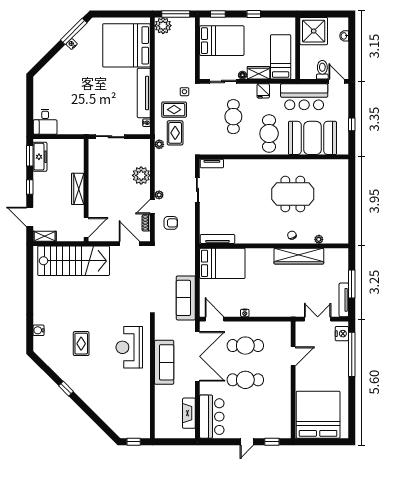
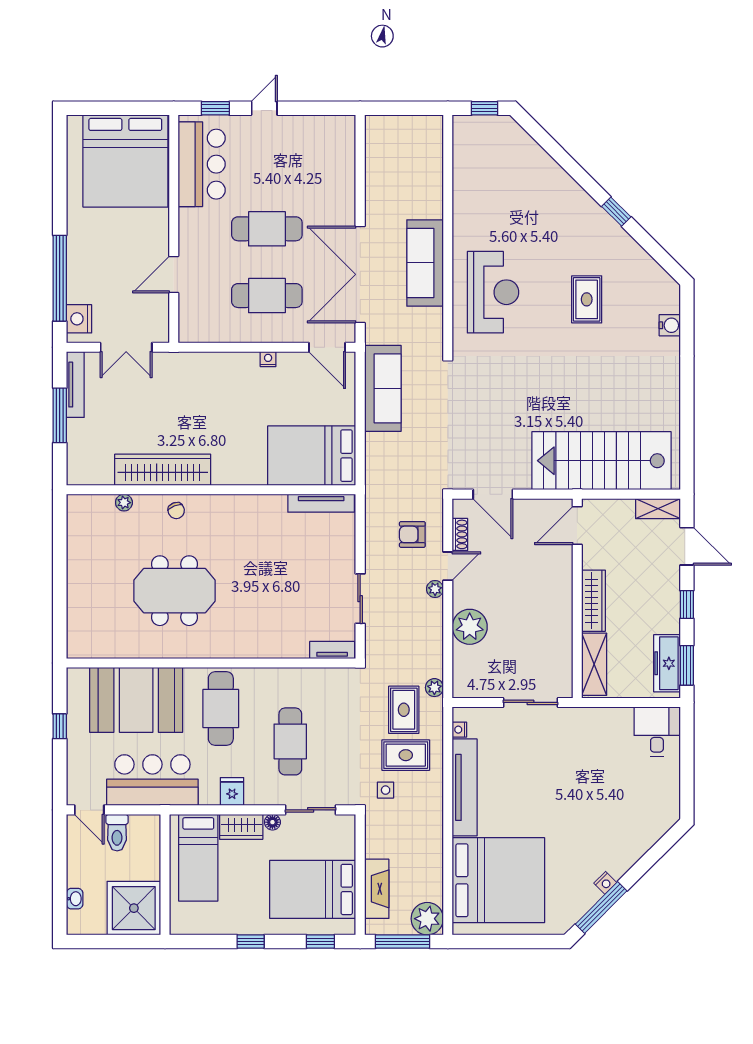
shelving: (77, 156) -> (594, 664), added
fireplace: (189, 413) -> (377, 889), moved
bar counter: (212, 417) -> (202, 164), moved, turned 180

